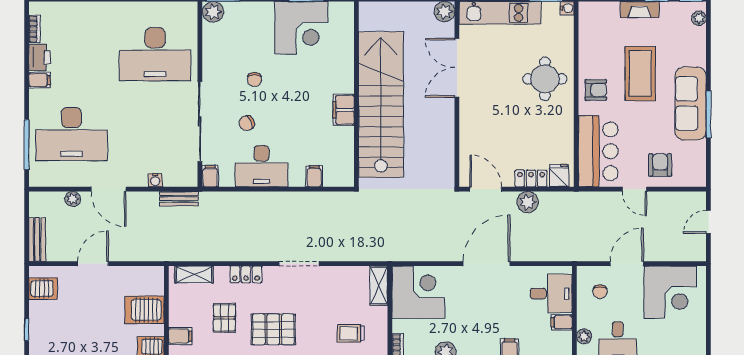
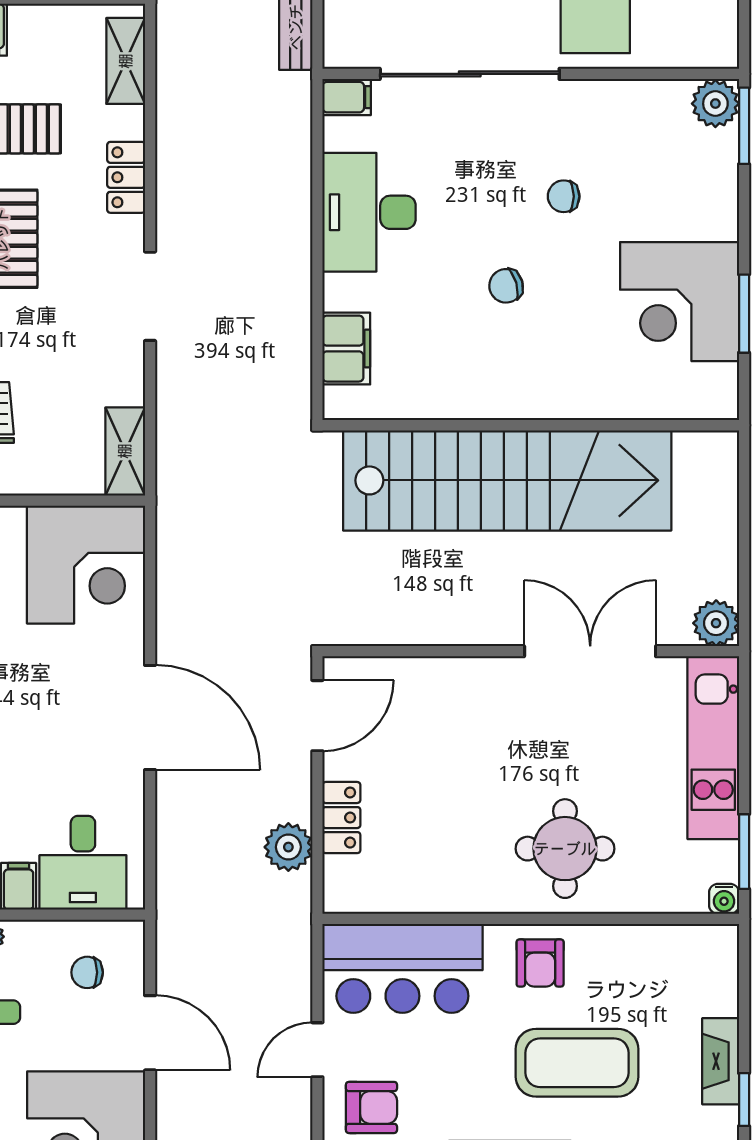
filing cabinet: (344, 110) -> (495, 397), removed
chair: (247, 123) -> (506, 286), moved, turned -79
filing cabinet: (314, 176) -> (346, 349), width x2.00
fridge: (559, 176) -> (348, 880), removed
plant: (528, 202) -> (288, 847), moved
shelving: (379, 286) -> (125, 451), moved, turned 90

